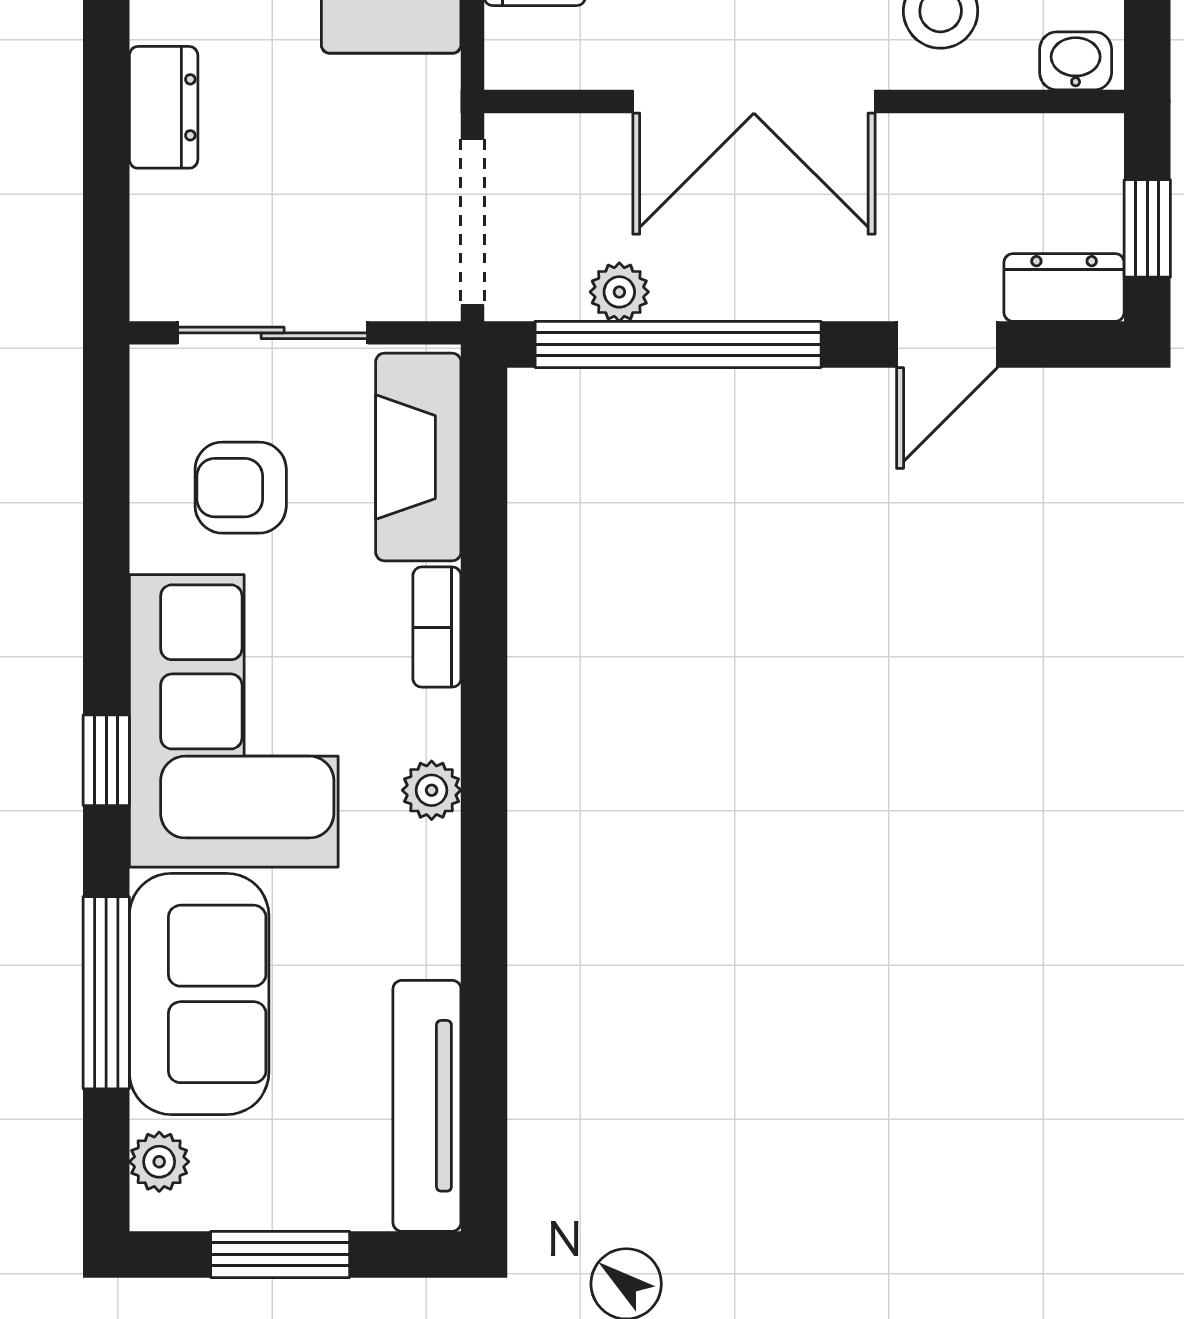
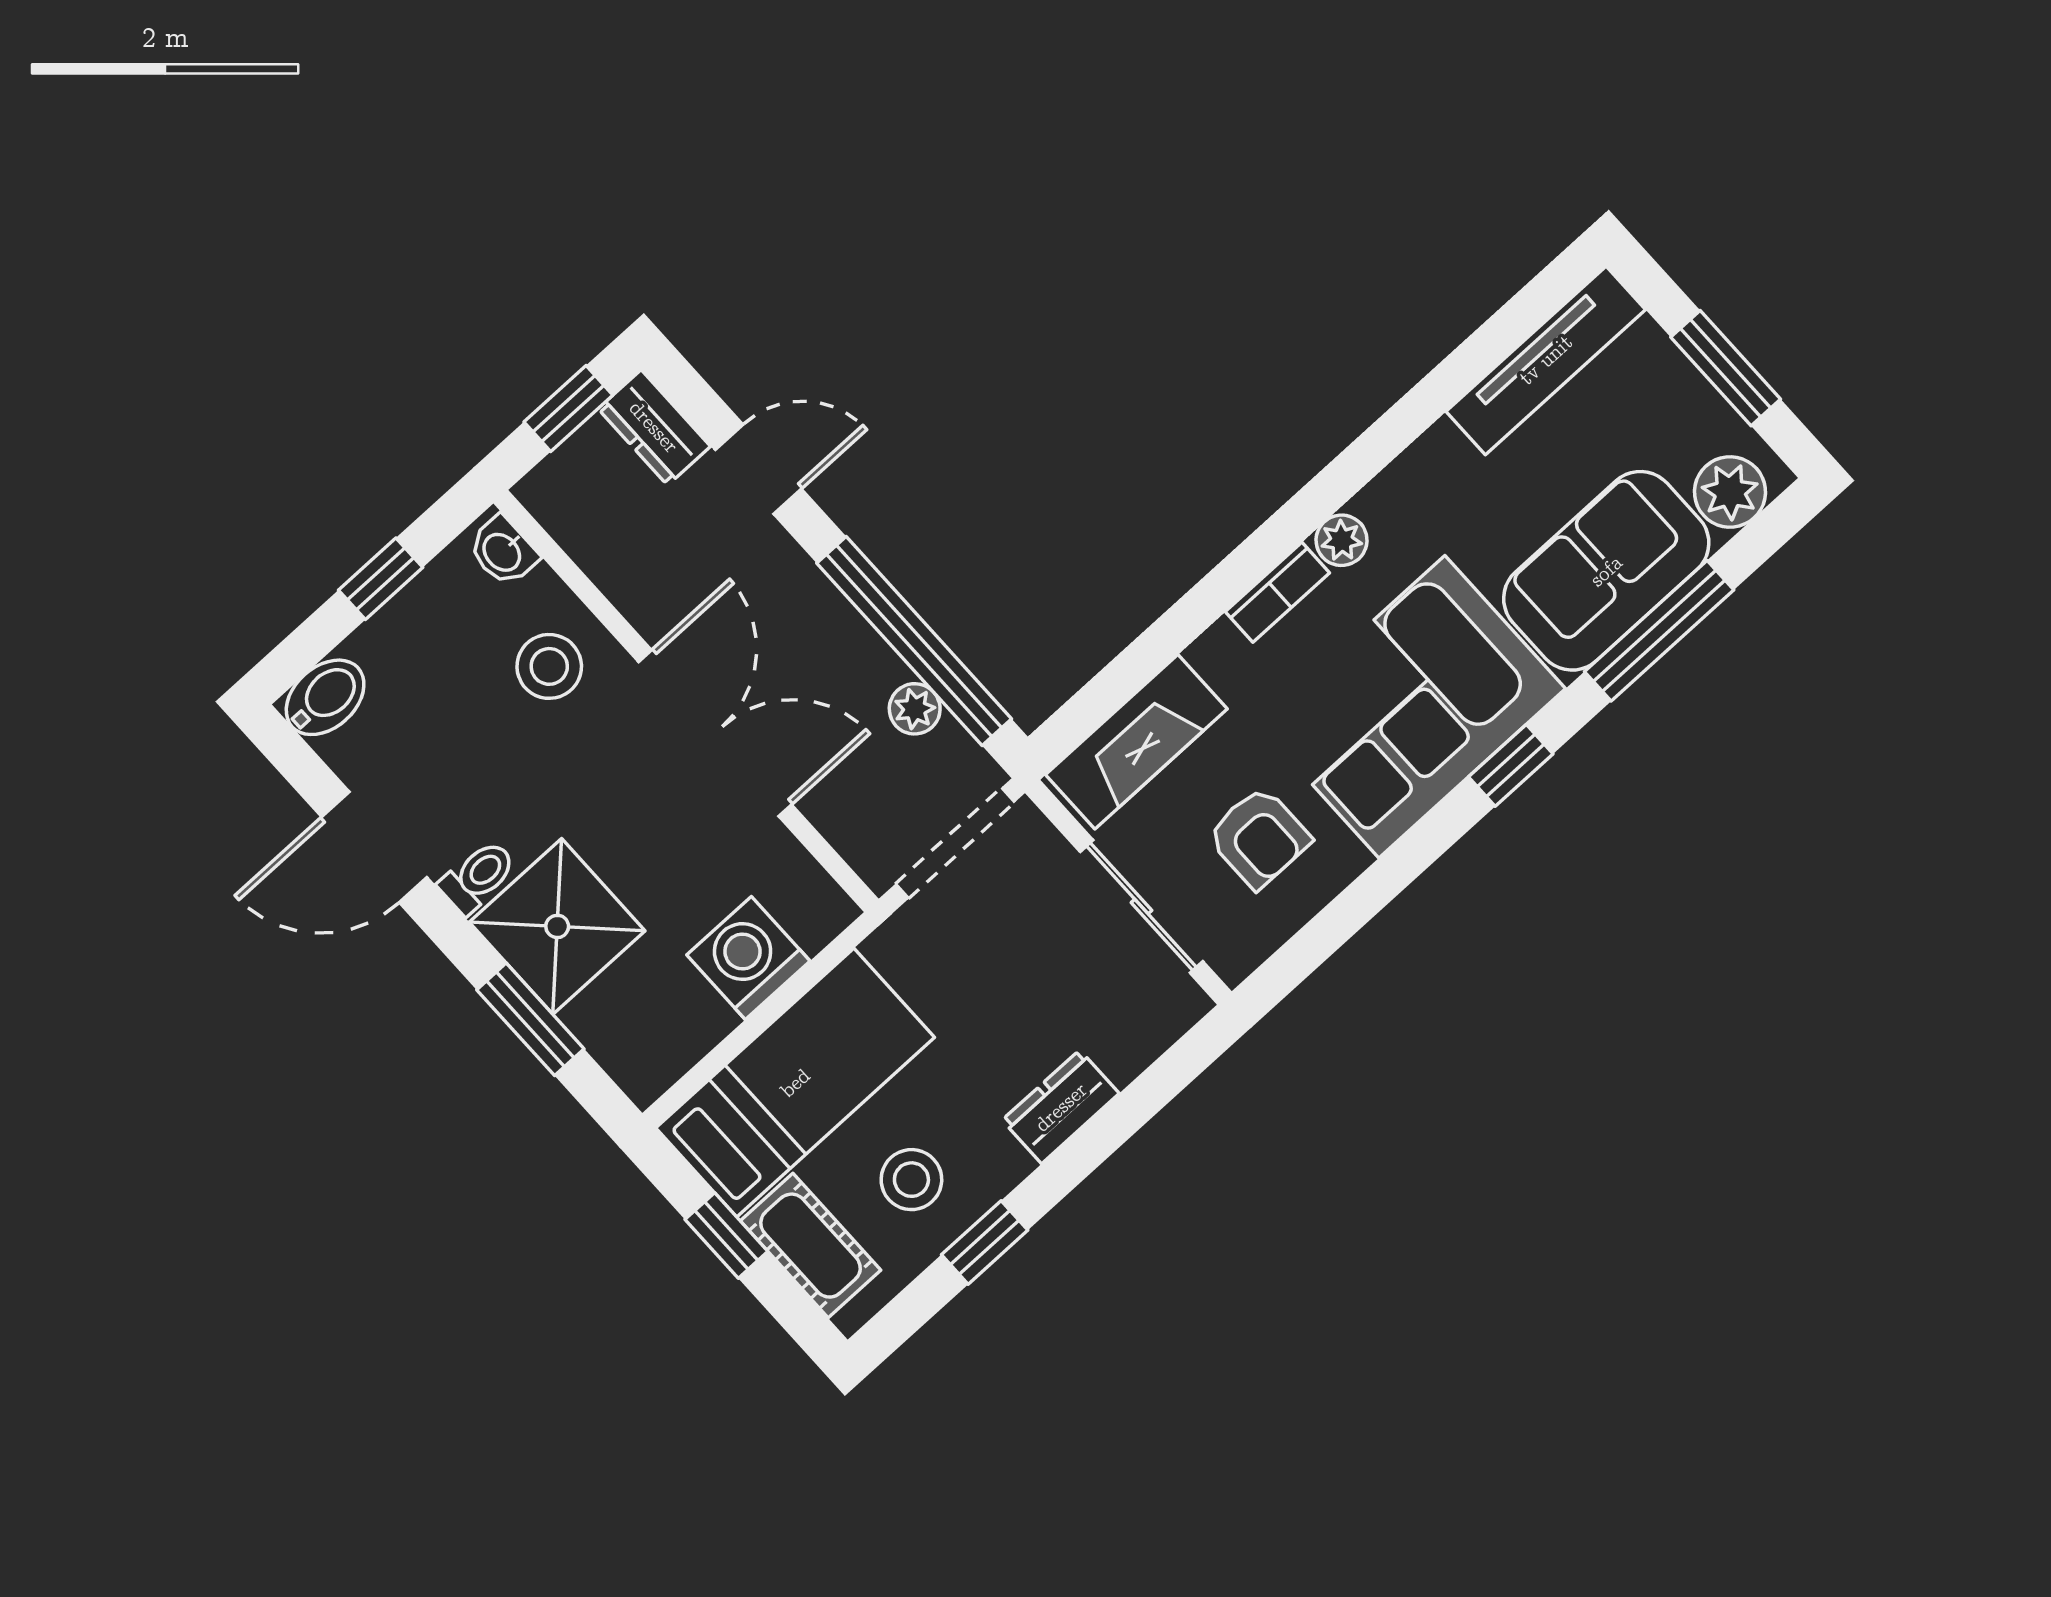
bookcase: (437, 627) -> (1277, 592), moved
plant: (159, 1162) -> (1730, 492), width x1.38, depth x1.38

